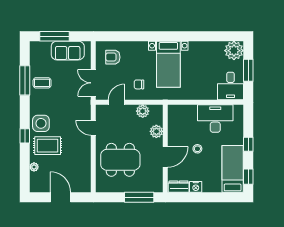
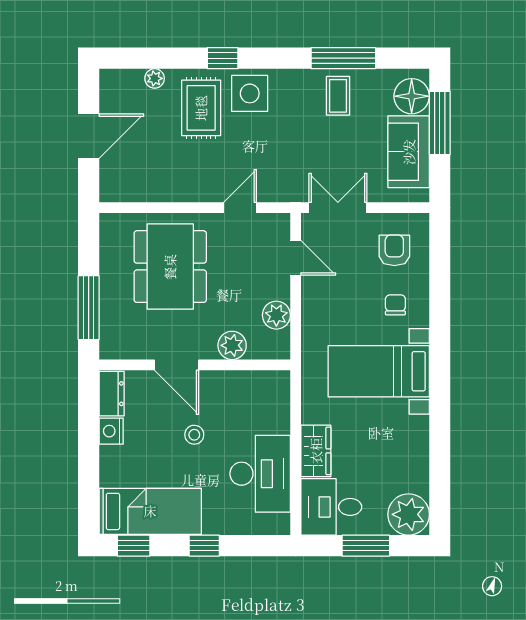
floor lamp: (42, 49) -> (412, 96), added
chair: (139, 84) -> (395, 305), moved
wardrobe: (205, 93) -> (316, 451), added

